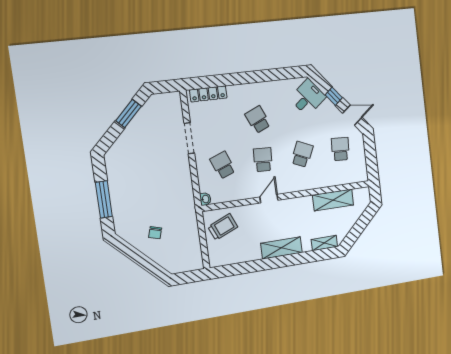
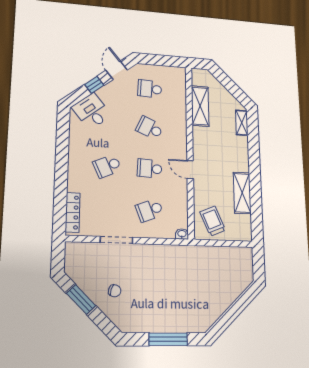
chair: (155, 233) -> (115, 291), moved
shelving: (282, 248) -> (242, 193), moved

